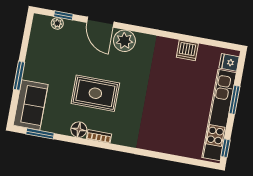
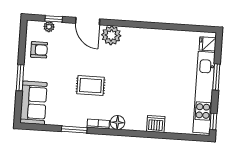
armchair: (43, 47) -> (39, 50), added
dishwasher: (187, 50) -> (156, 124), moved, turned 180
rug: (95, 93) -> (91, 86), width x0.73, depth x0.70
floor lamp: (79, 130) -> (117, 122), moved
window: (40, 134) -> (74, 130), moved

